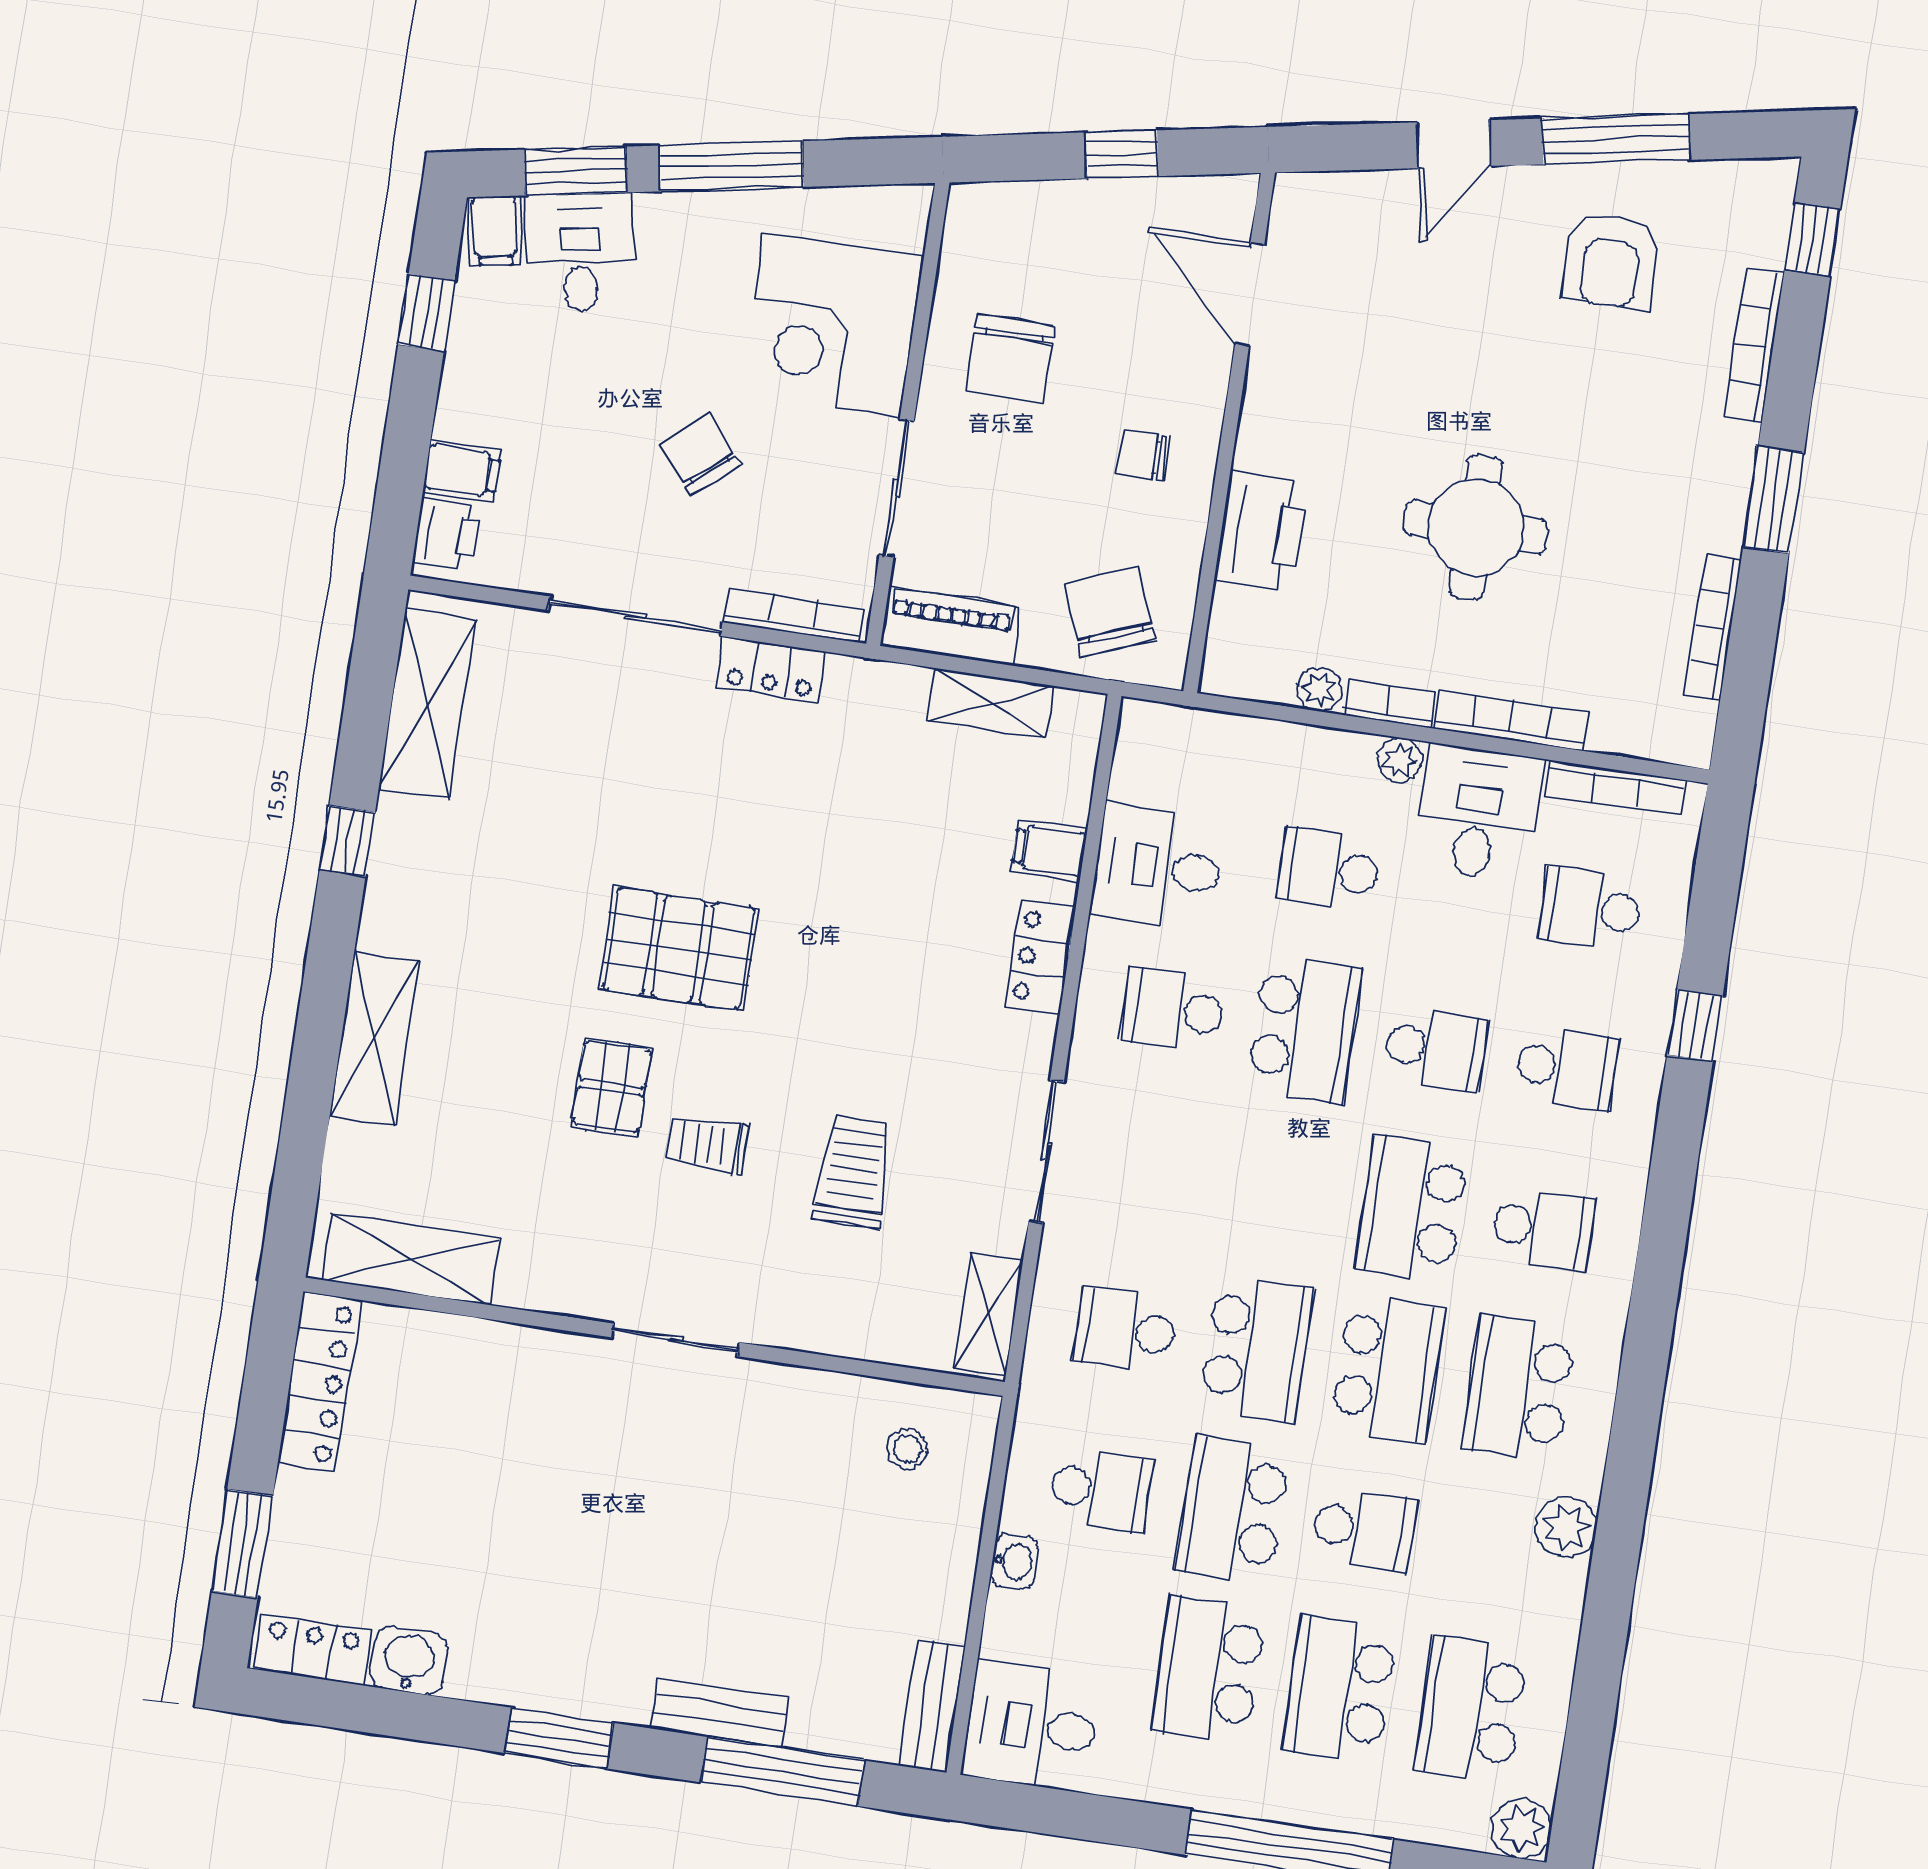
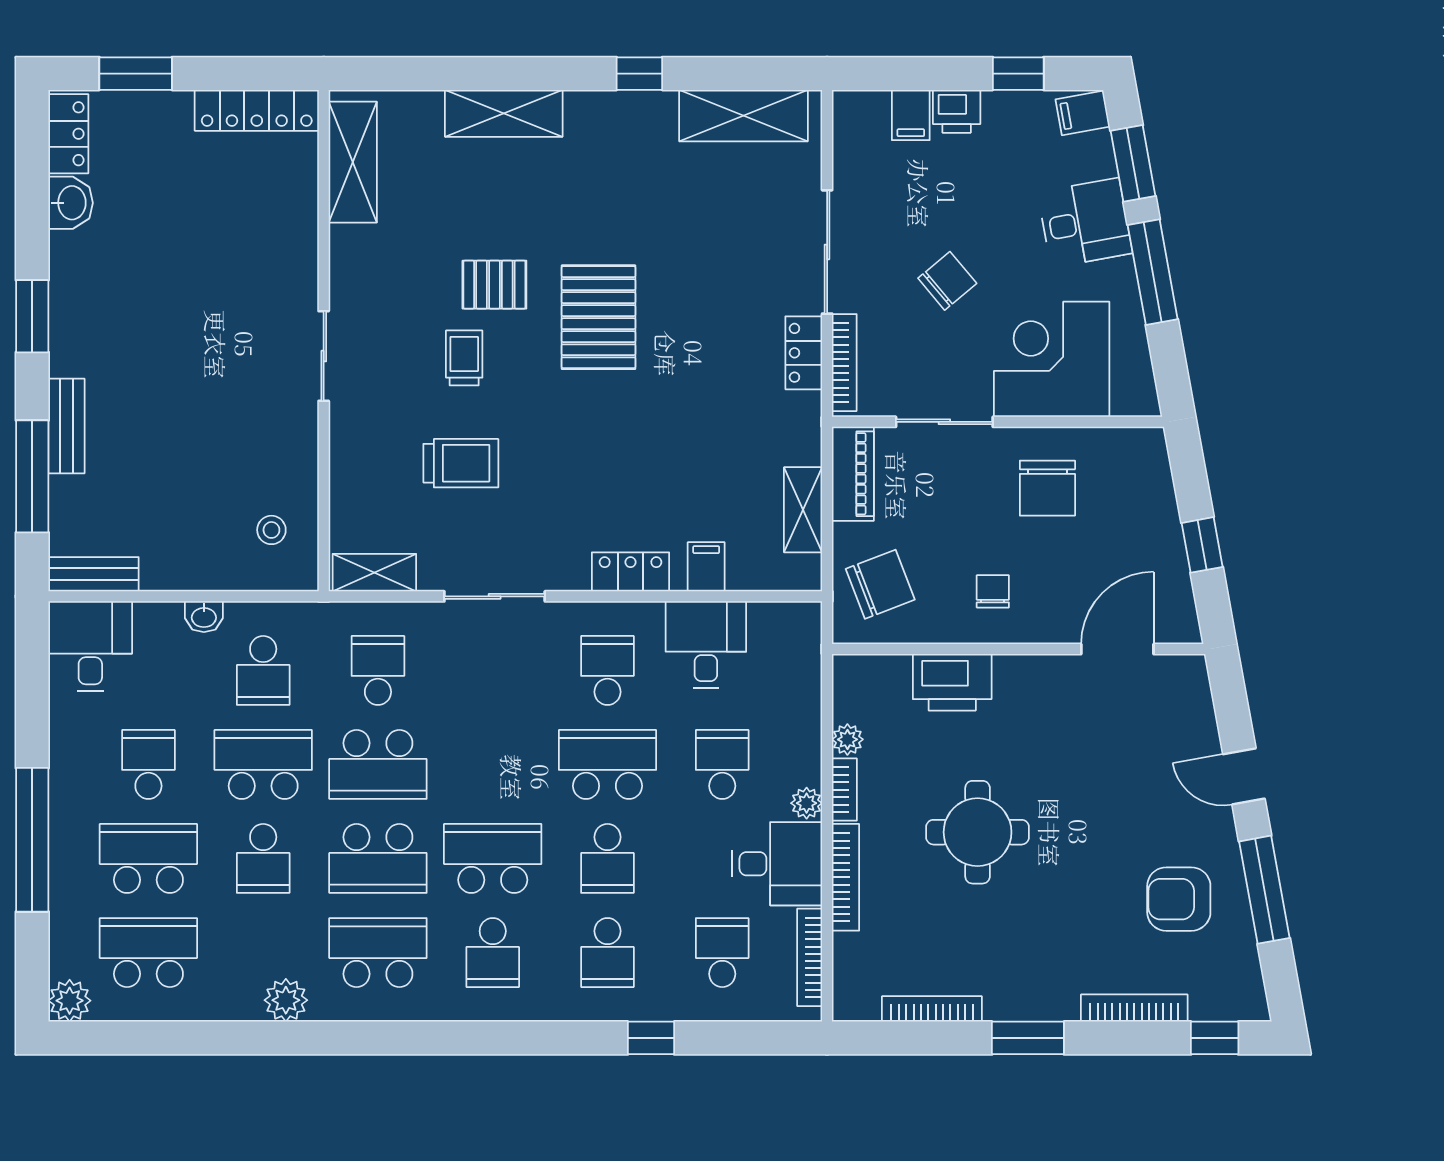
desk: (580, 252) -> (1085, 223), moved
chair: (1011, 358) -> (1047, 488), turned -90
printer: (447, 534) -> (957, 111), moved
school desk: (1304, 1029) -> (607, 764), turned 180
school desk: (1209, 1670) -> (148, 764), width x0.54

